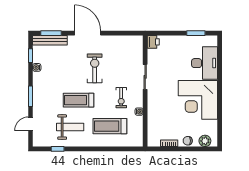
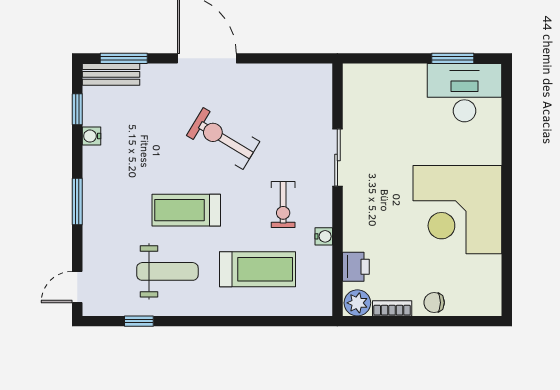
bench: (50, 40) -> (111, 74), width x0.73
printer: (153, 42) -> (356, 267), moved
desk: (205, 63) -> (464, 93), moved, turned -90
exercise bike: (95, 68) -> (223, 138), turned -59
door: (30, 124) -> (77, 287), moved
treadmill: (110, 126) -> (258, 269), turned 180
plant: (205, 141) -> (357, 303), moved

